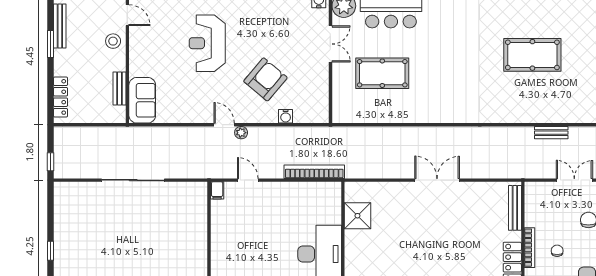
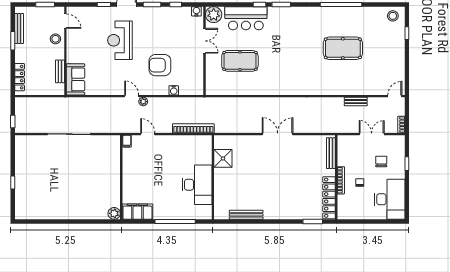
armchair: (265, 79) -> (160, 65), turned -130

